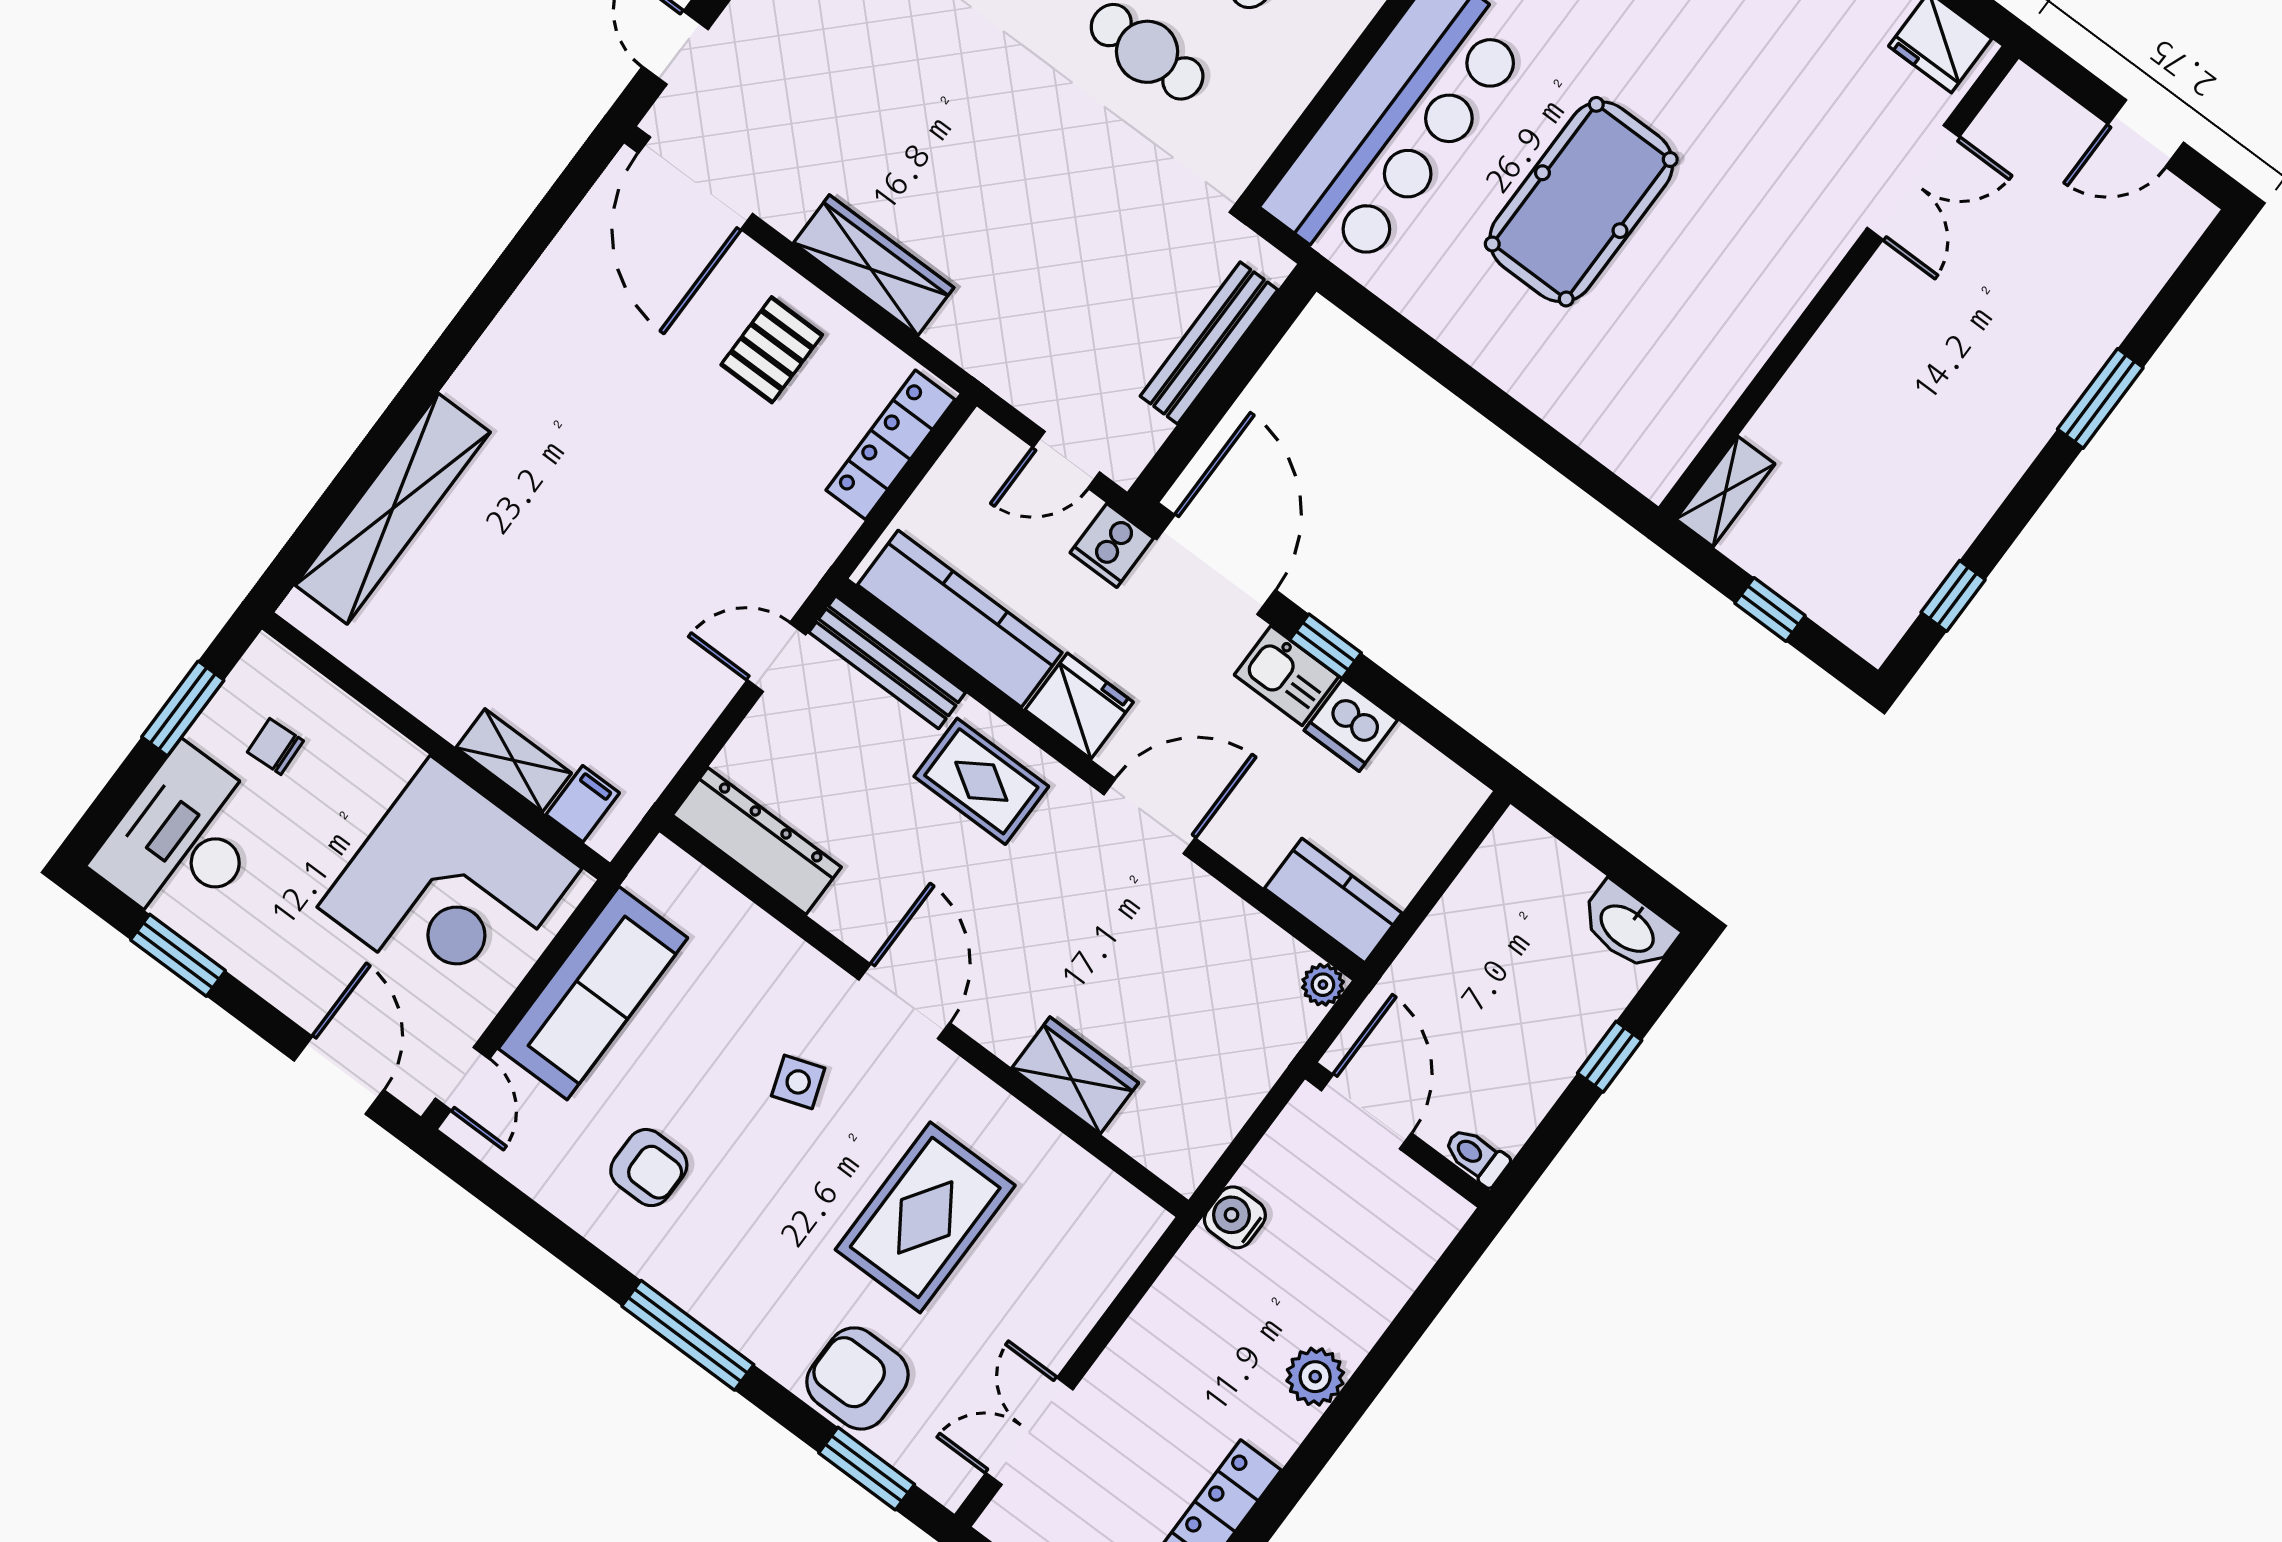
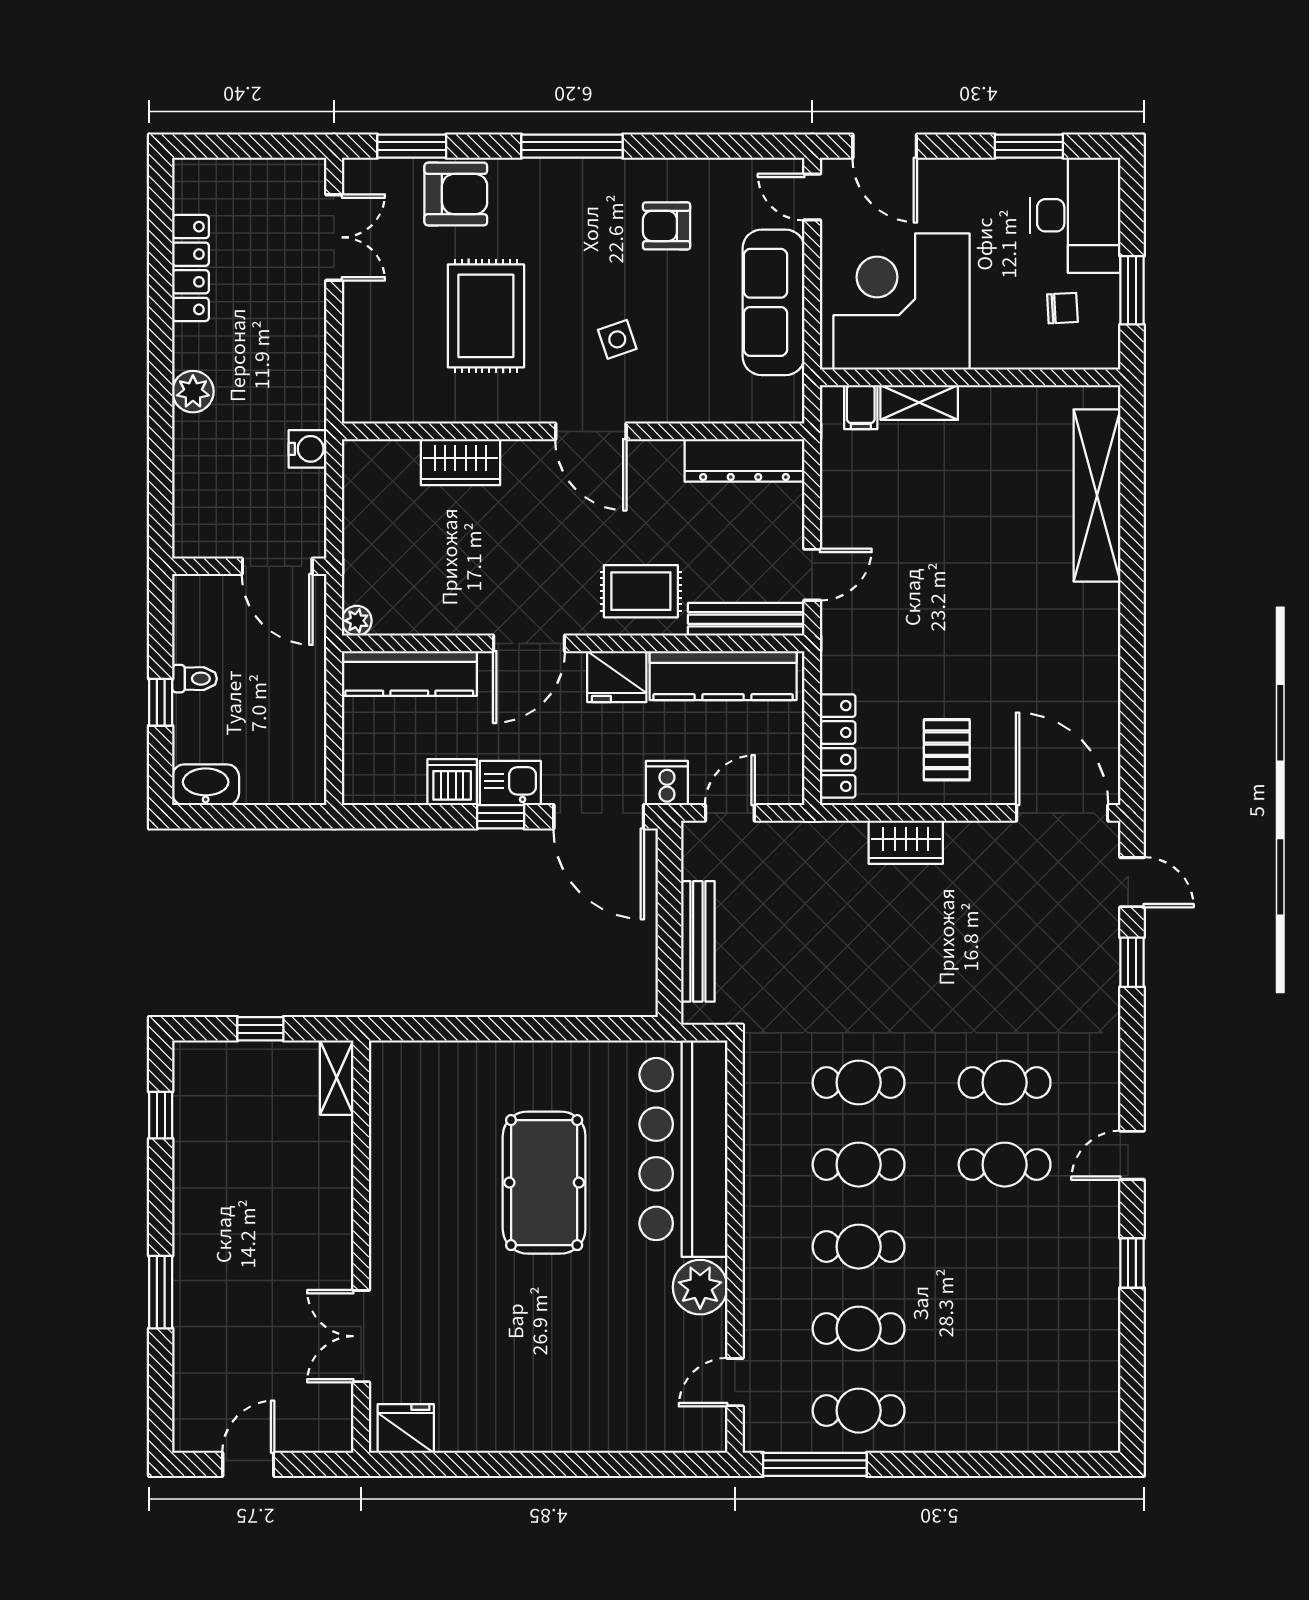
wardrobe: (874, 265) -> (906, 842), width x0.67
kitchen counter: (1333, 901) -> (409, 673), width x1.50
toilet: (1476, 1156) -> (195, 679), moved

